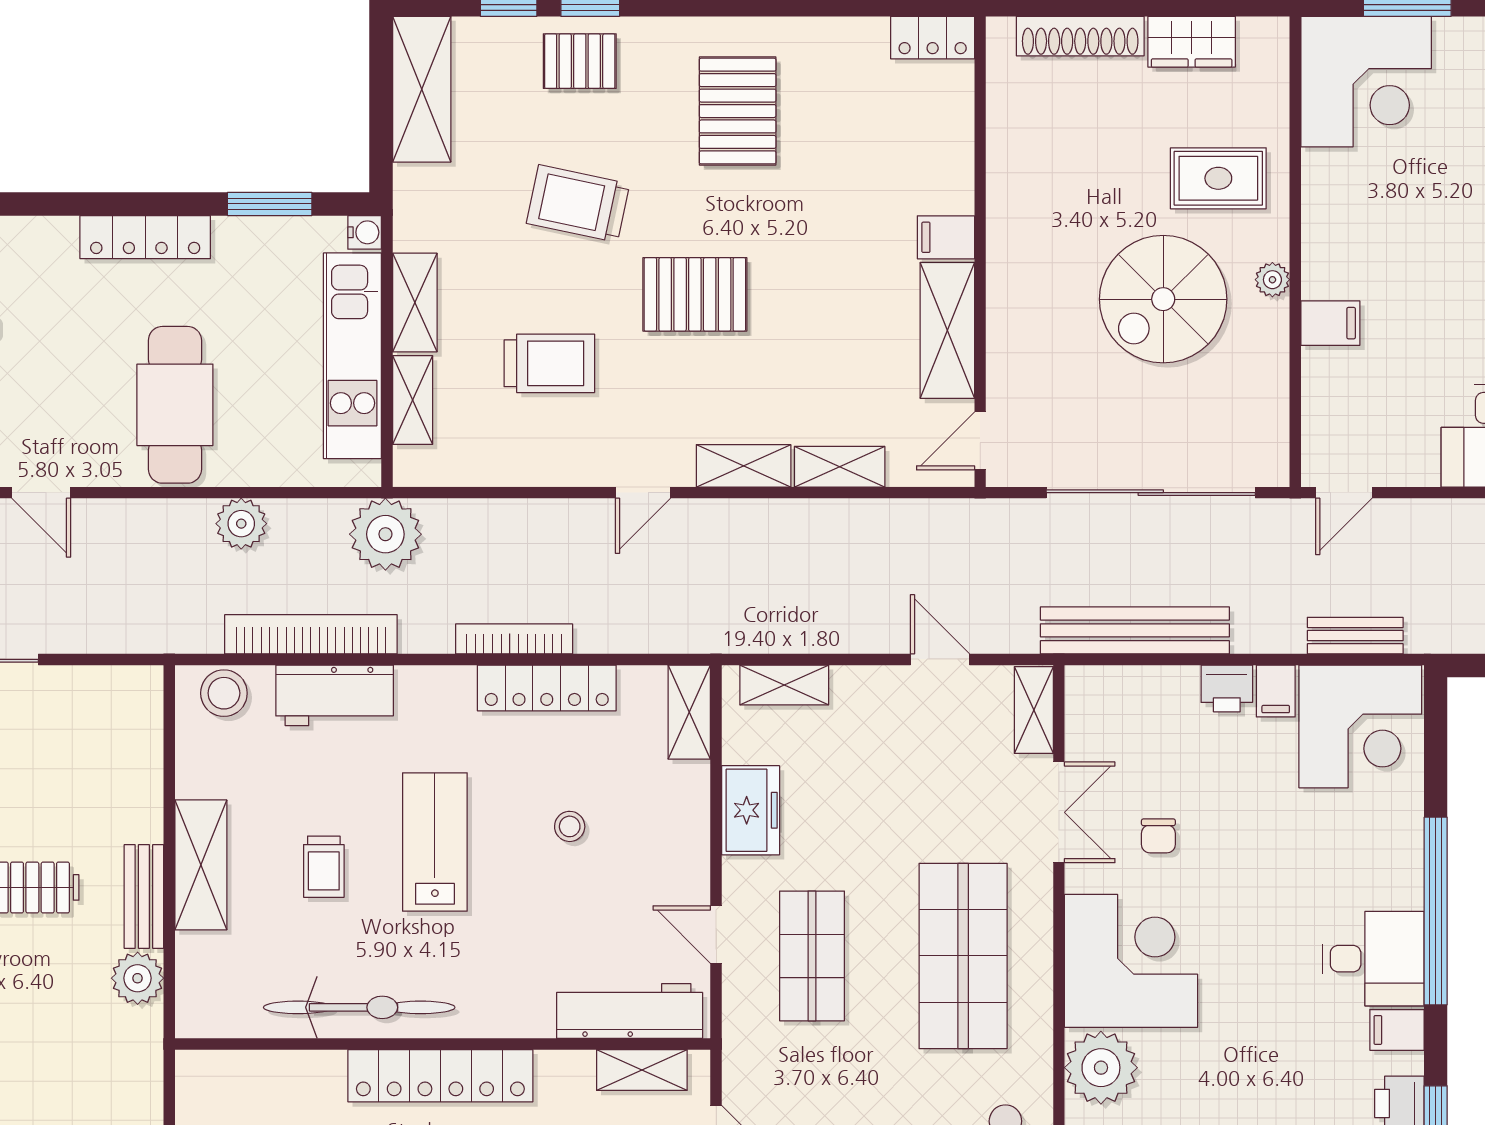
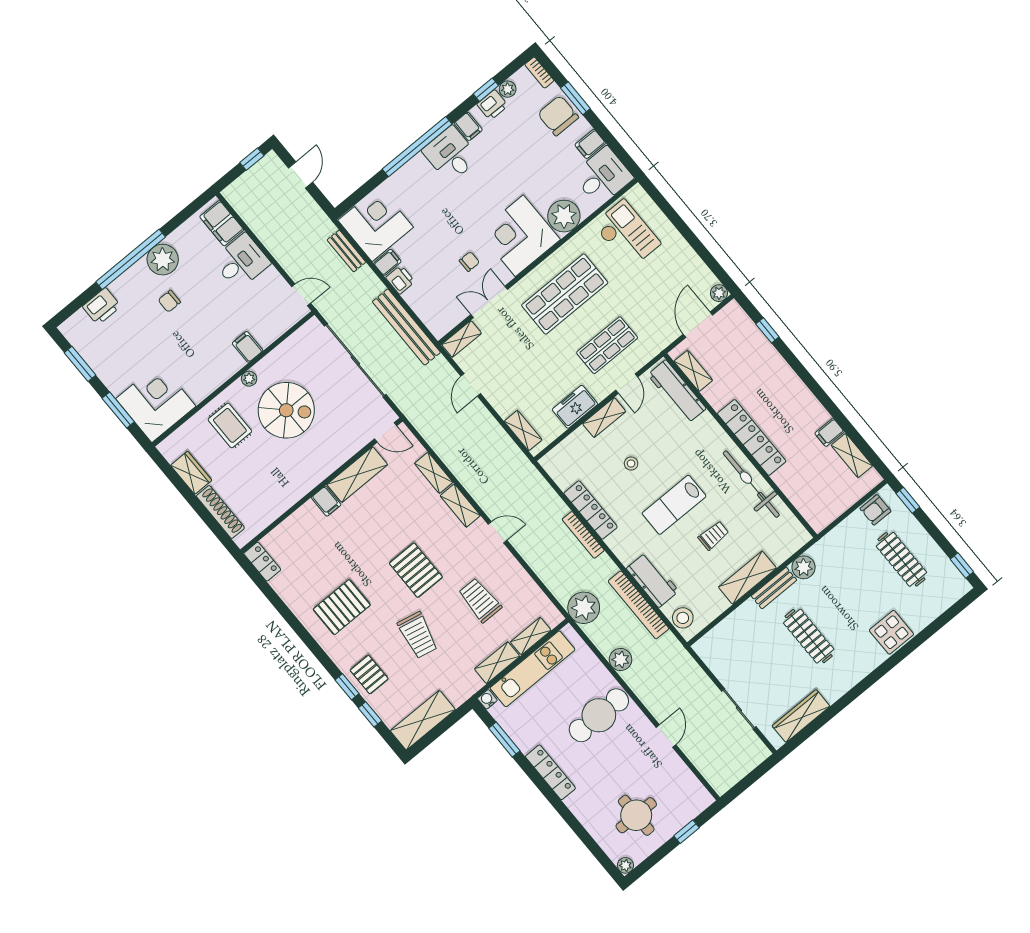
shelving: (689, 712) -> (604, 418), moved

